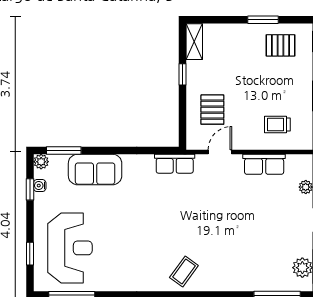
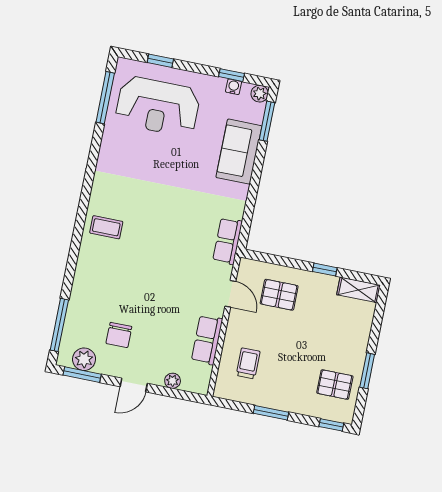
pallet: (281, 45) -> (335, 385), turned 90
chair: (275, 242) -> (119, 335), added
coffee table: (184, 271) -> (106, 227), turned -36

